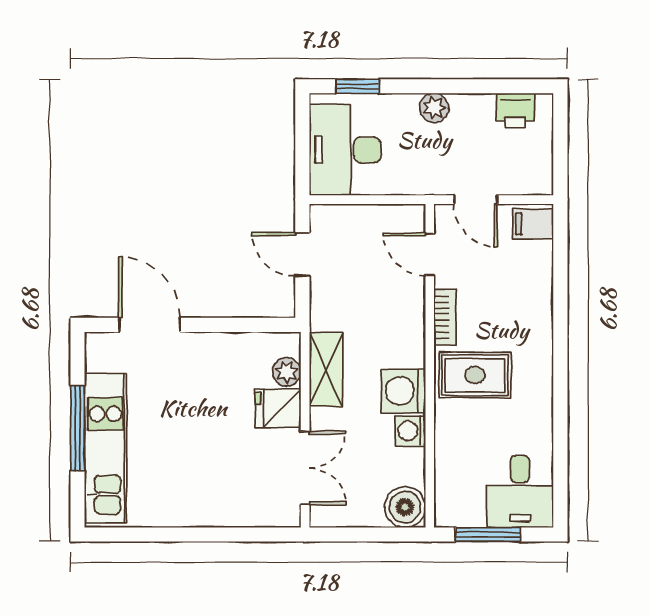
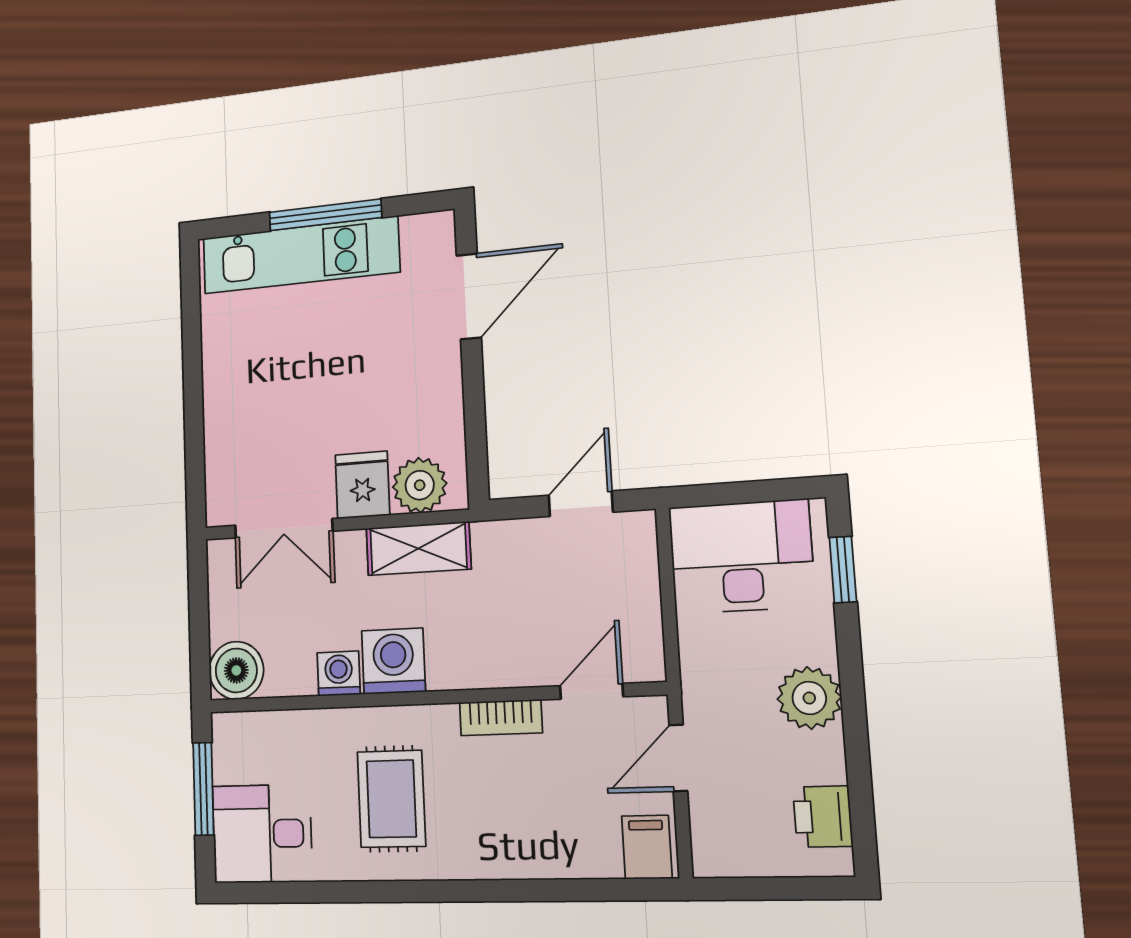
plant: (434, 108) -> (809, 698), width x1.38, depth x1.38
plant: (287, 372) -> (420, 485), width x1.38, depth x1.38
rug: (475, 375) -> (391, 799), moved

